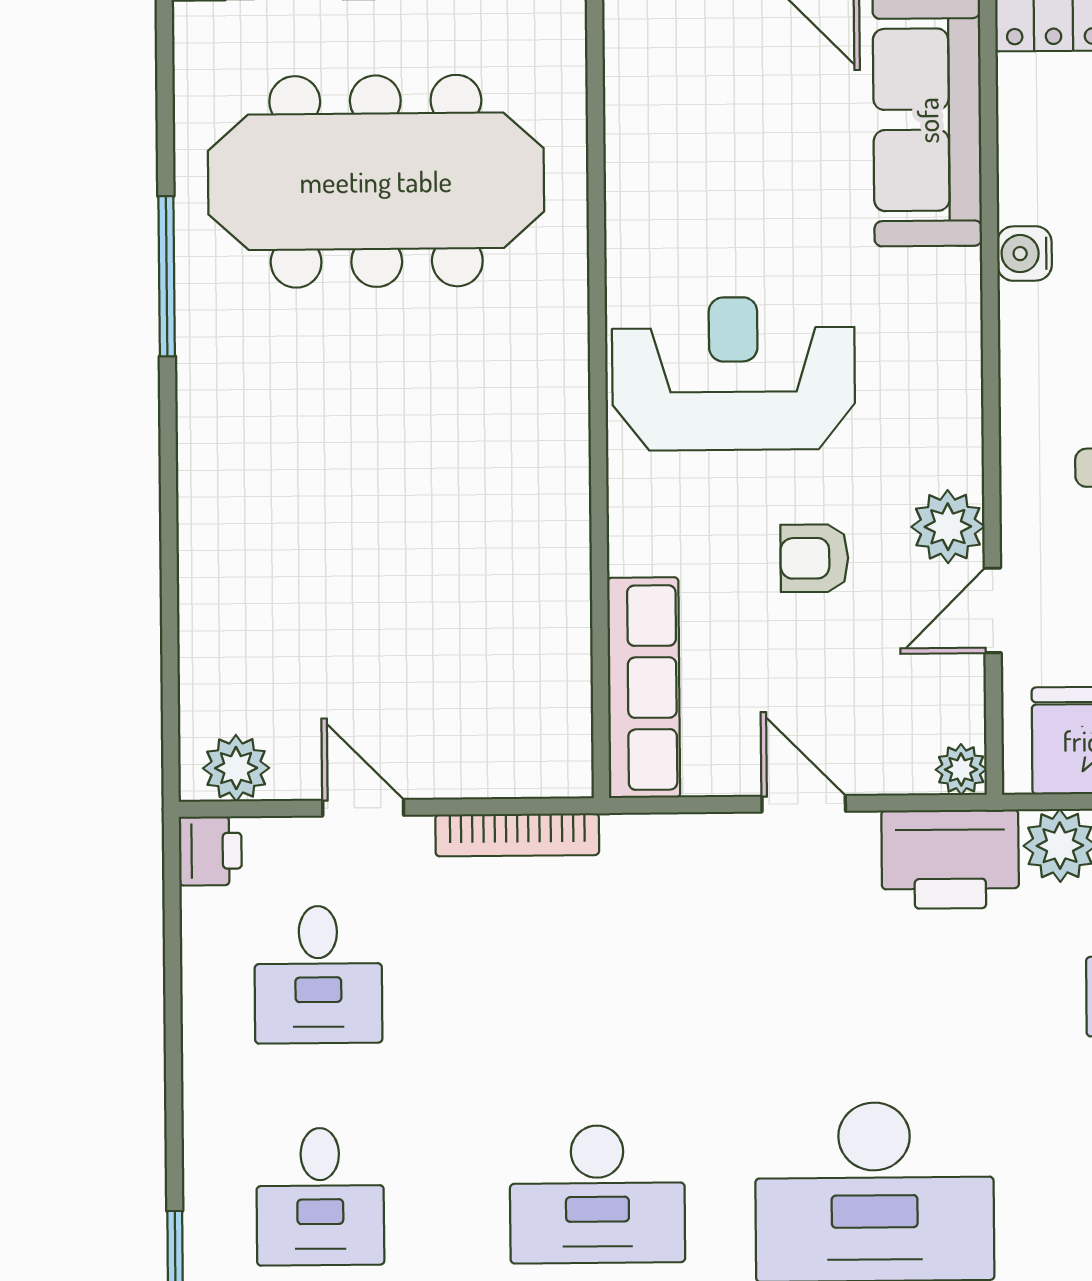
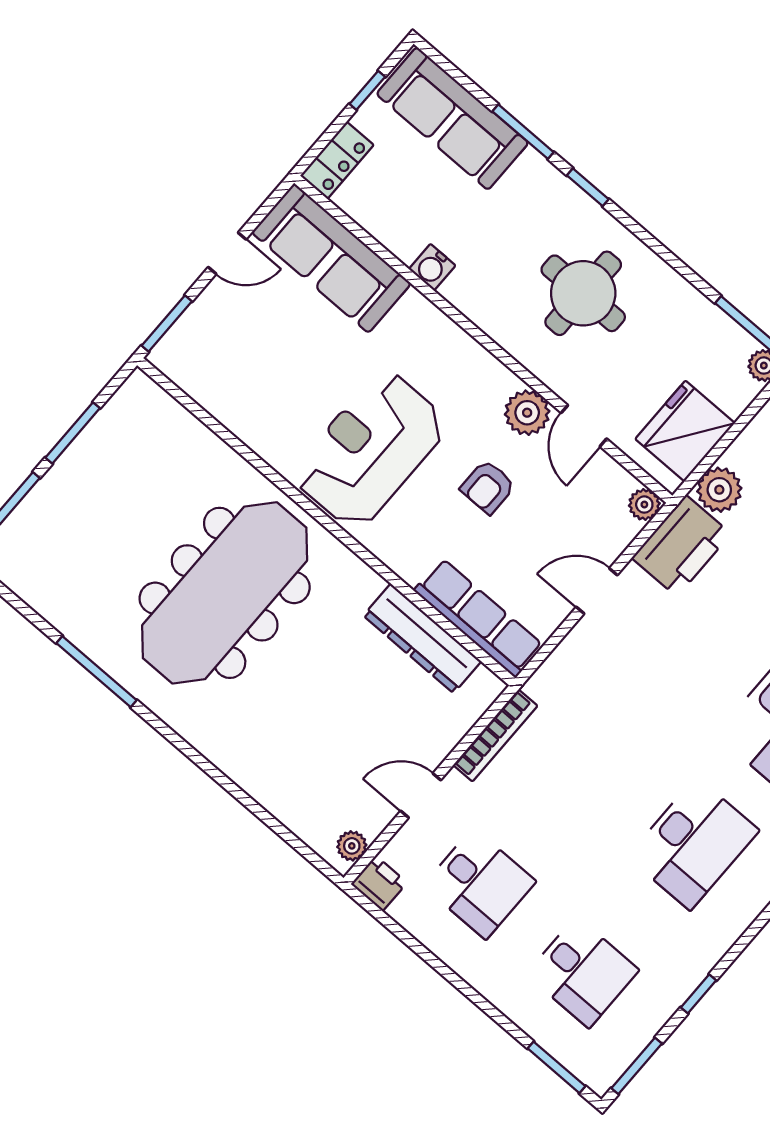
meeting table: (376, 181) -> (225, 593), moved
dresser: (558, 641) -> (422, 638), added
plant: (236, 768) -> (352, 846), width x0.73, depth x0.73

